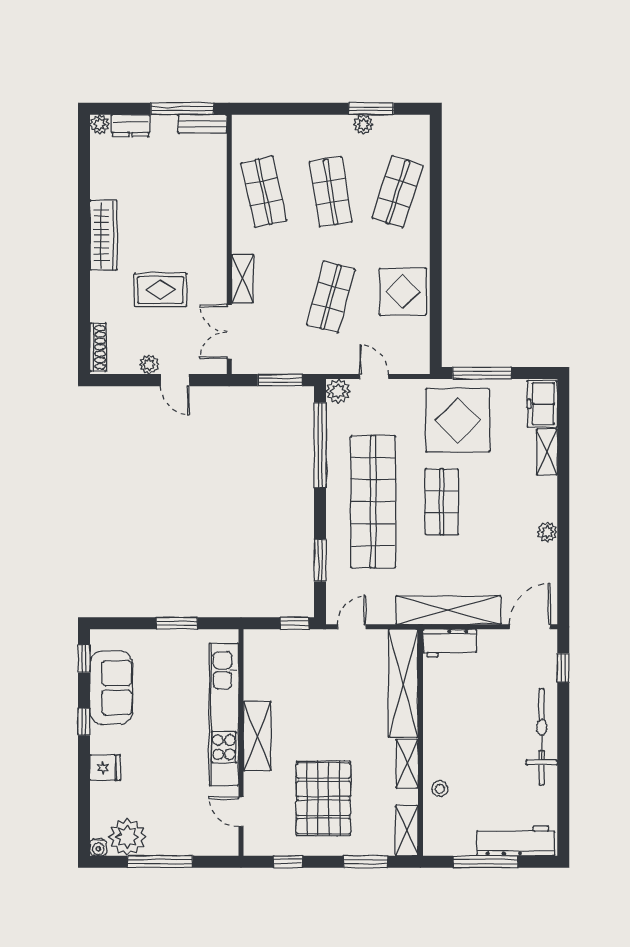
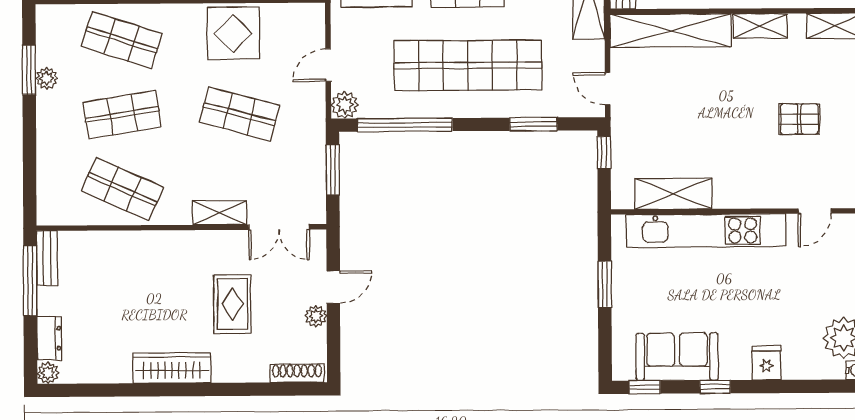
shop shelf: (264, 192) -> (123, 189), turned 36
shelving: (257, 736) -> (673, 194), moved
pallet: (323, 798) -> (799, 119), width x0.49, depth x0.50

